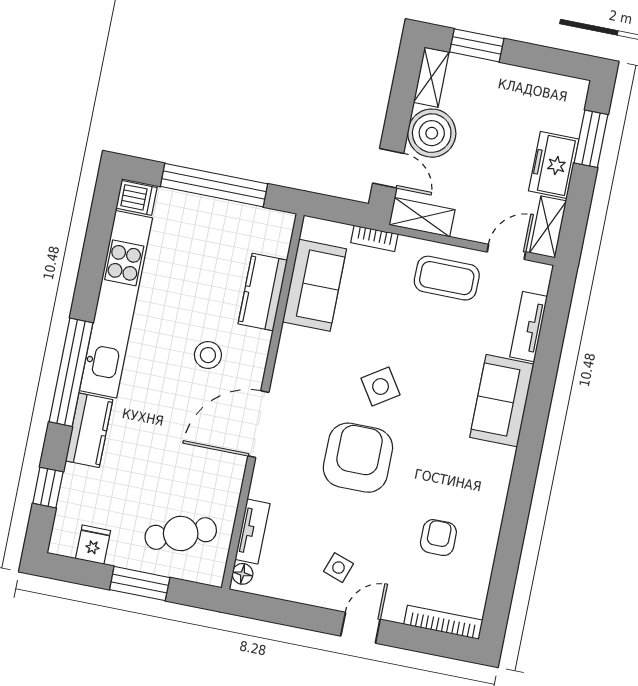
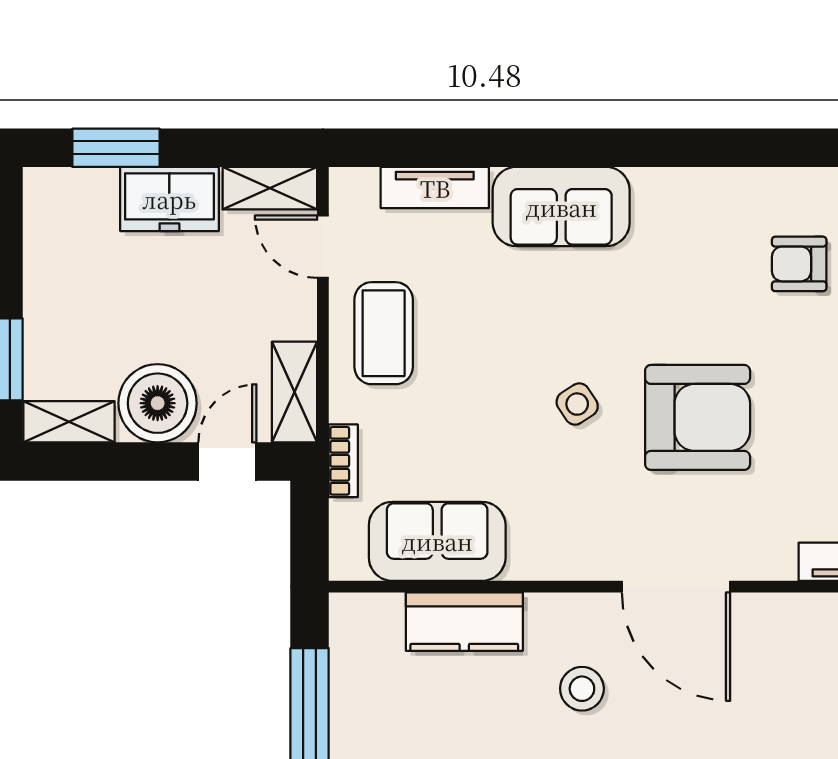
side table: (381, 387) -> (577, 404), width x0.73, depth x0.73
armchair: (358, 458) -> (698, 417), turned 180

